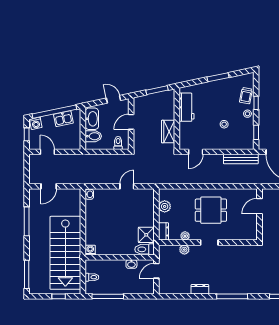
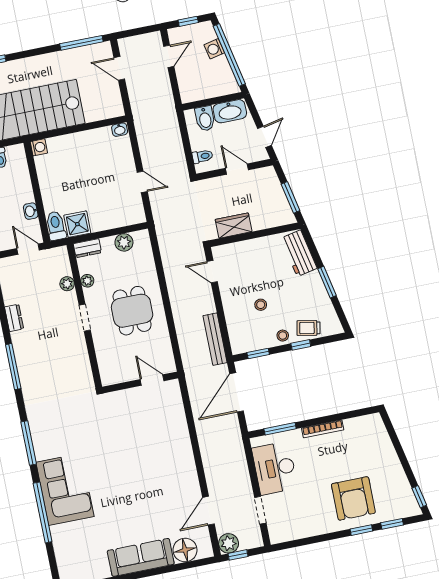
workbench: (187, 107) -> (299, 253), moved, turned 78
kitchen sink: (63, 119) -> (222, 70), removed
washing machine: (36, 123) -> (214, 49), moved
window: (27, 221) -> (81, 43), moved

